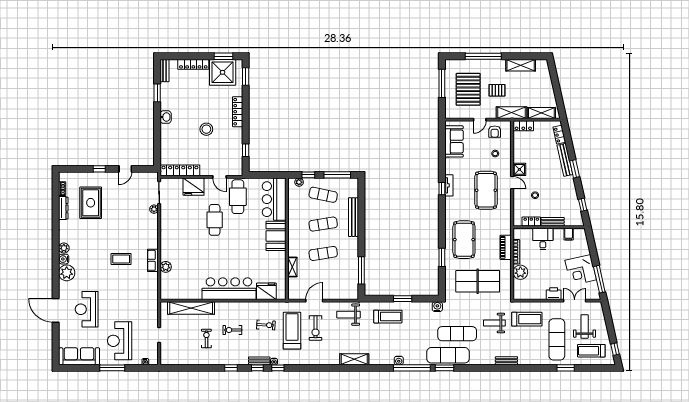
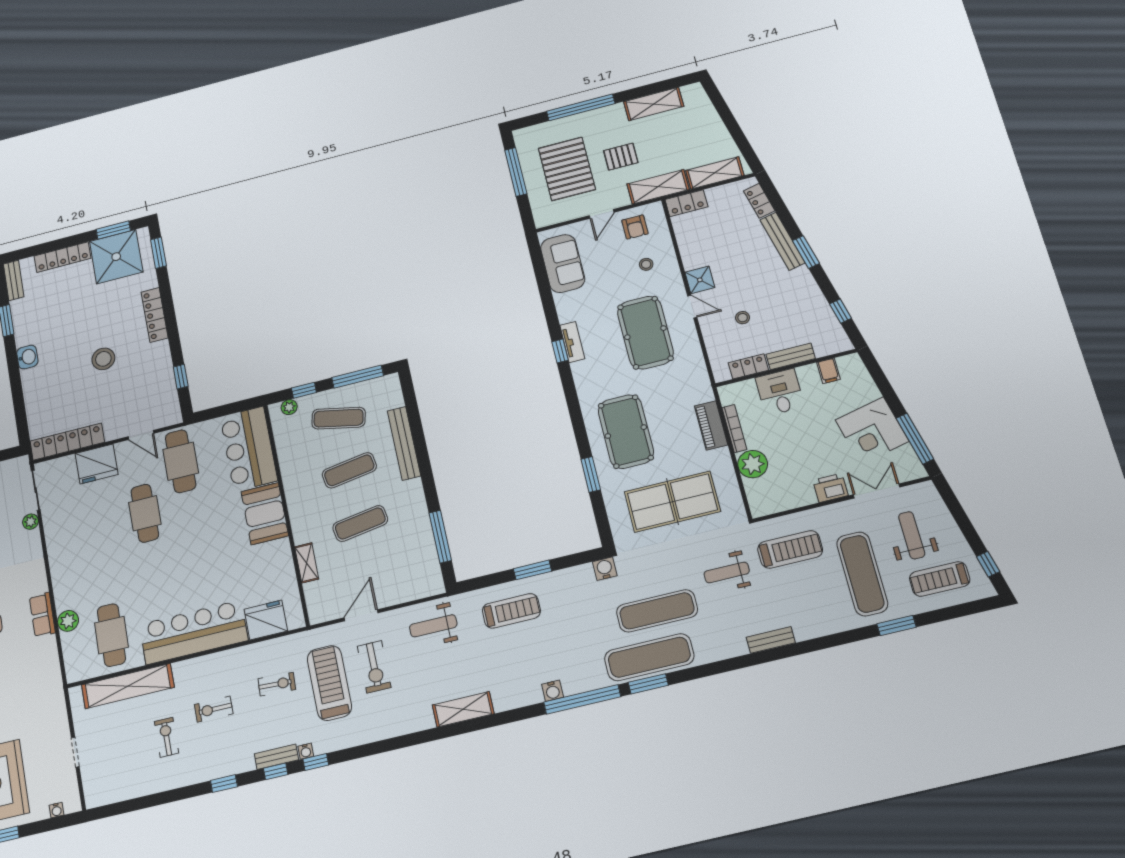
cafe table: (187, 280) -> (111, 635), added

